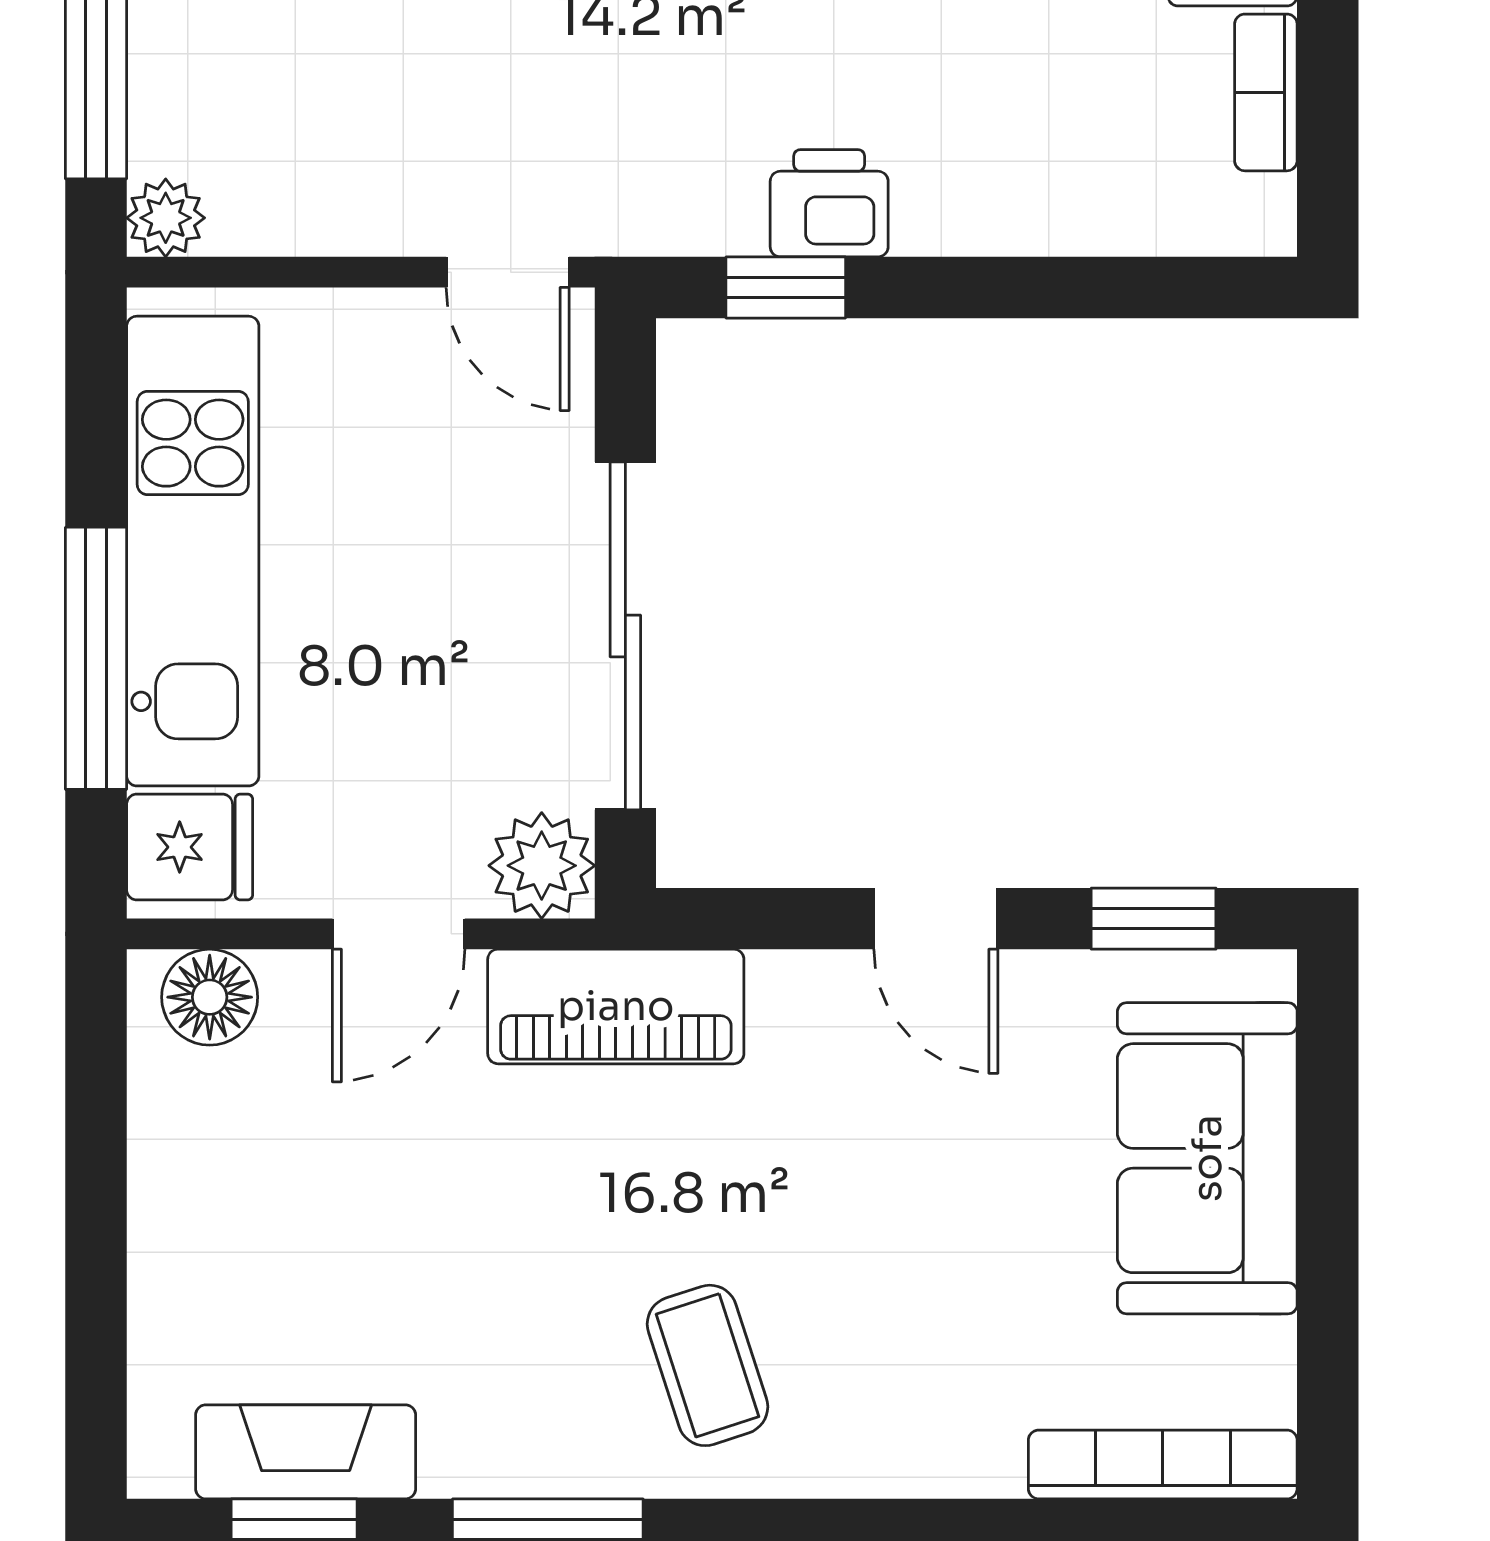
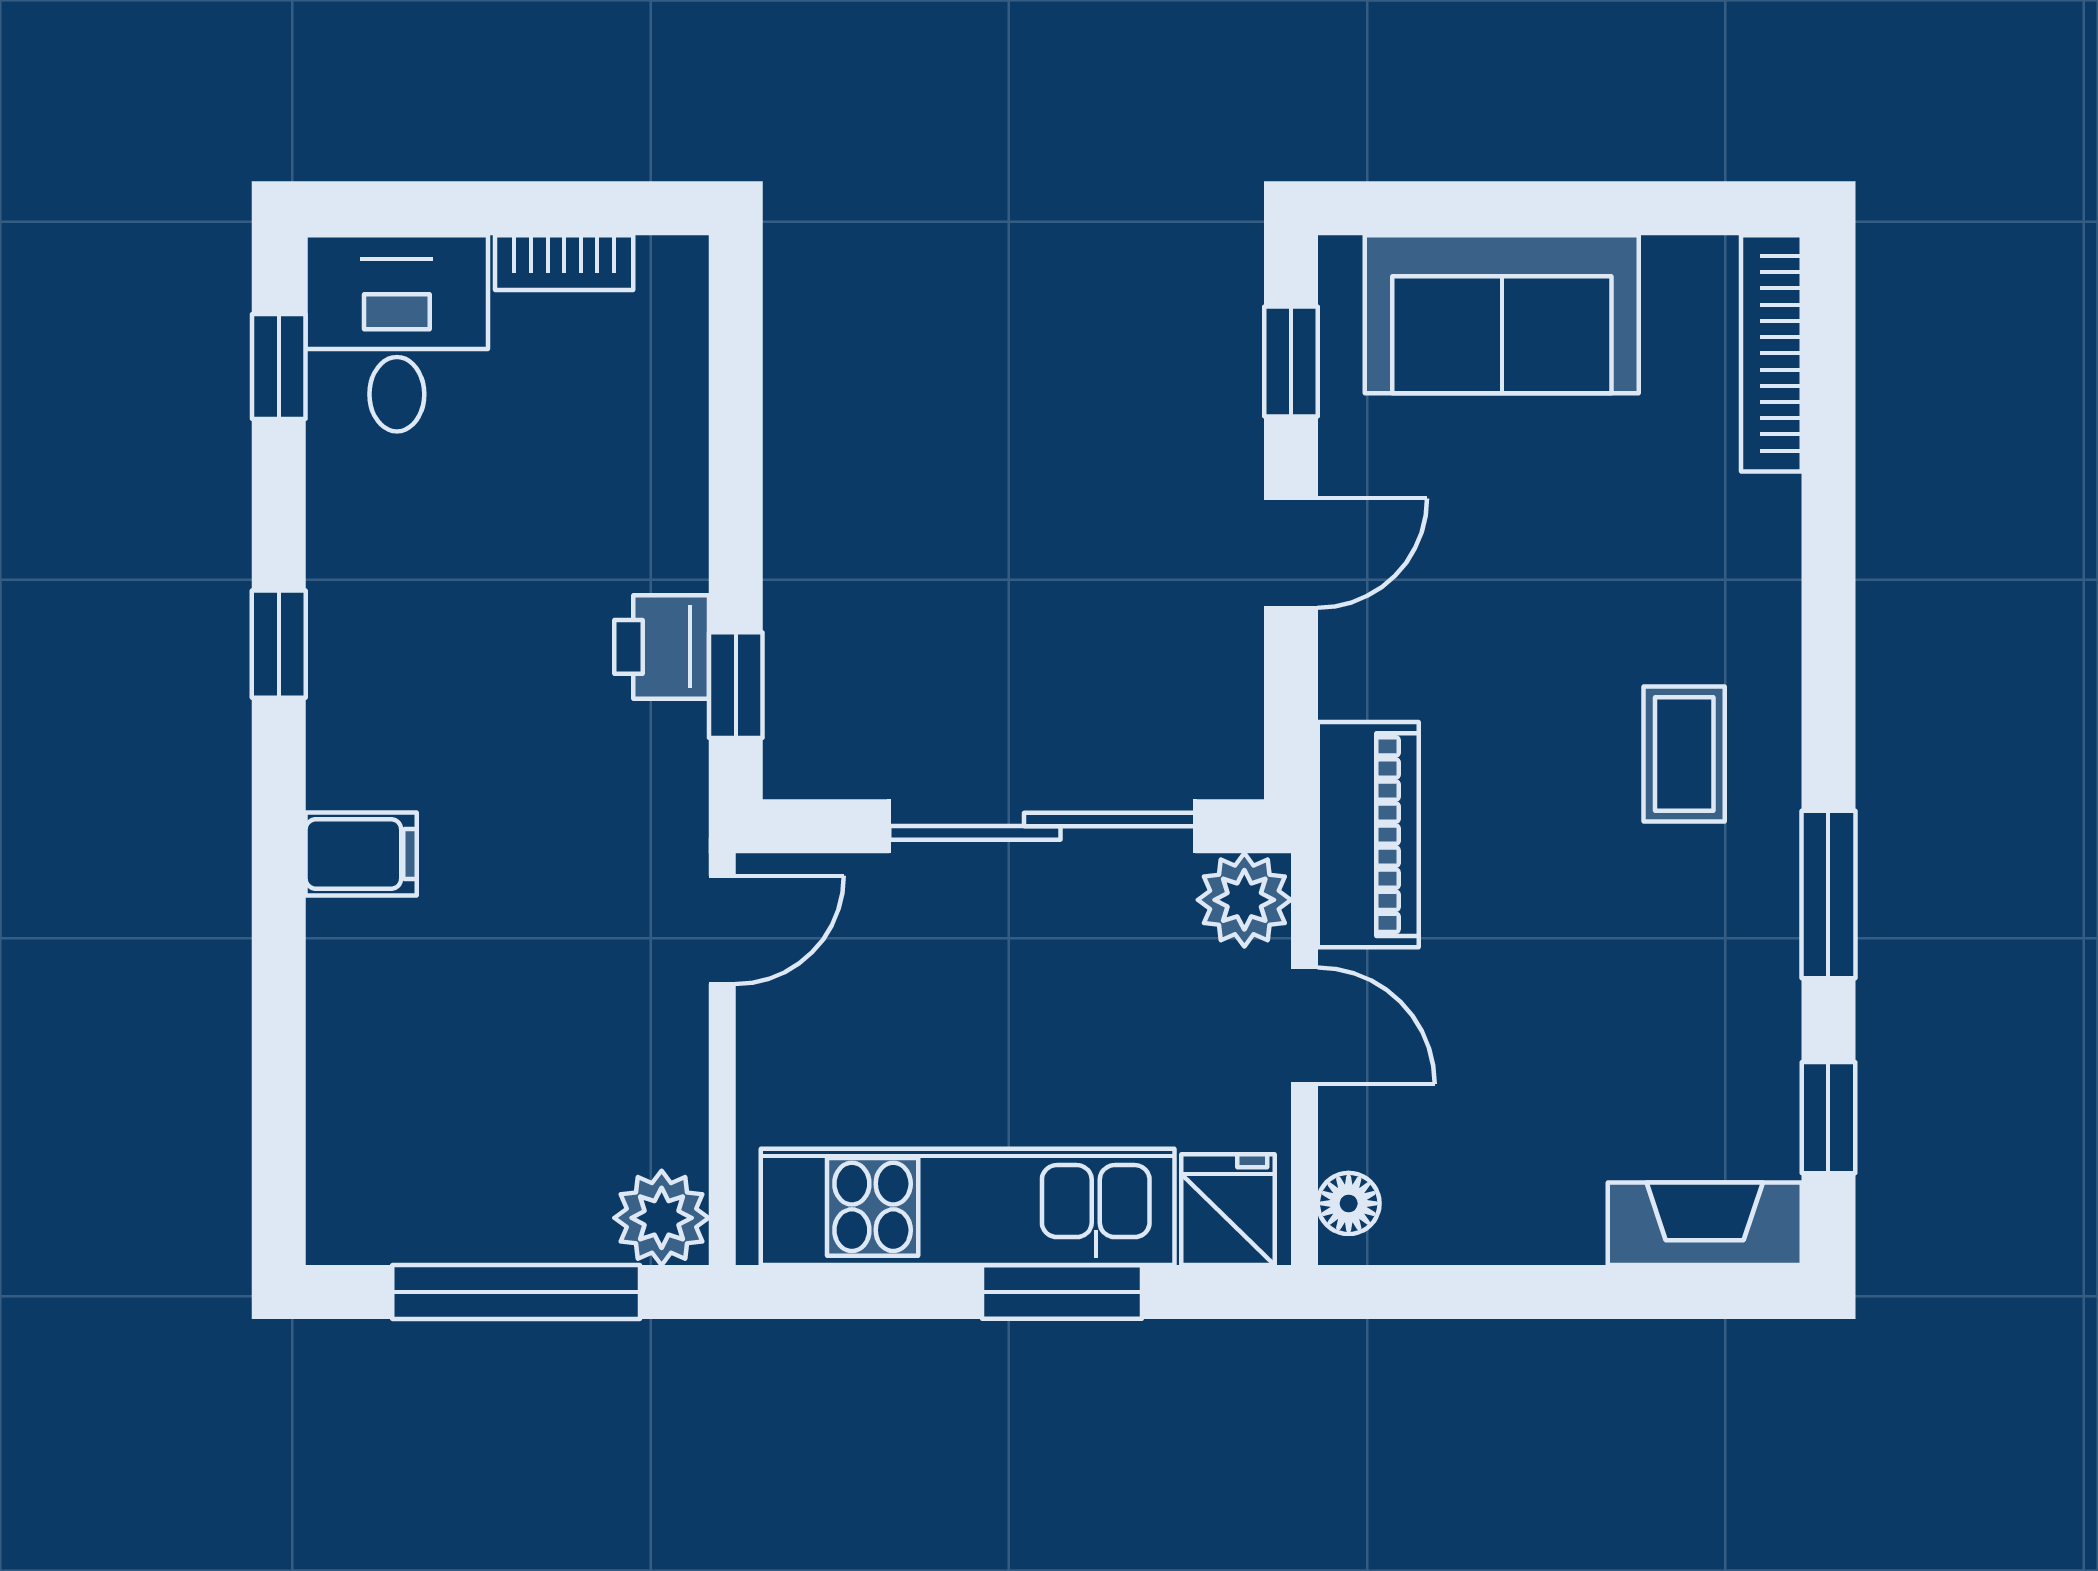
plant: (166, 218) -> (662, 1218), width x1.38, depth x1.38
window: (96, 658) -> (1062, 1292), width x0.69
floor lamp: (210, 997) -> (1349, 1203), width x0.73, depth x0.73
coffee table: (707, 1365) -> (1684, 754), turned -72
fireplace: (306, 1452) -> (1705, 1224), moved, turned 90

